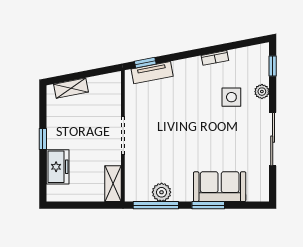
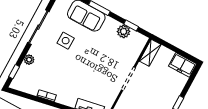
side table: (231, 97) -> (66, 41), moved
freezer: (58, 167) -> (183, 65), moved, turned -90
window: (156, 205) -> (131, 25), width x0.46

